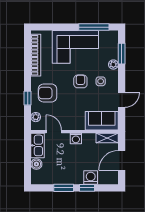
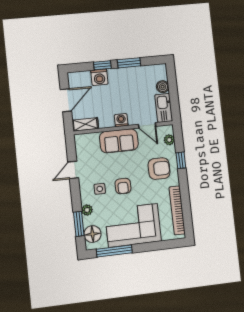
floor lamp: (111, 44) -> (92, 234), added
sofa: (102, 121) -> (119, 141), moved

